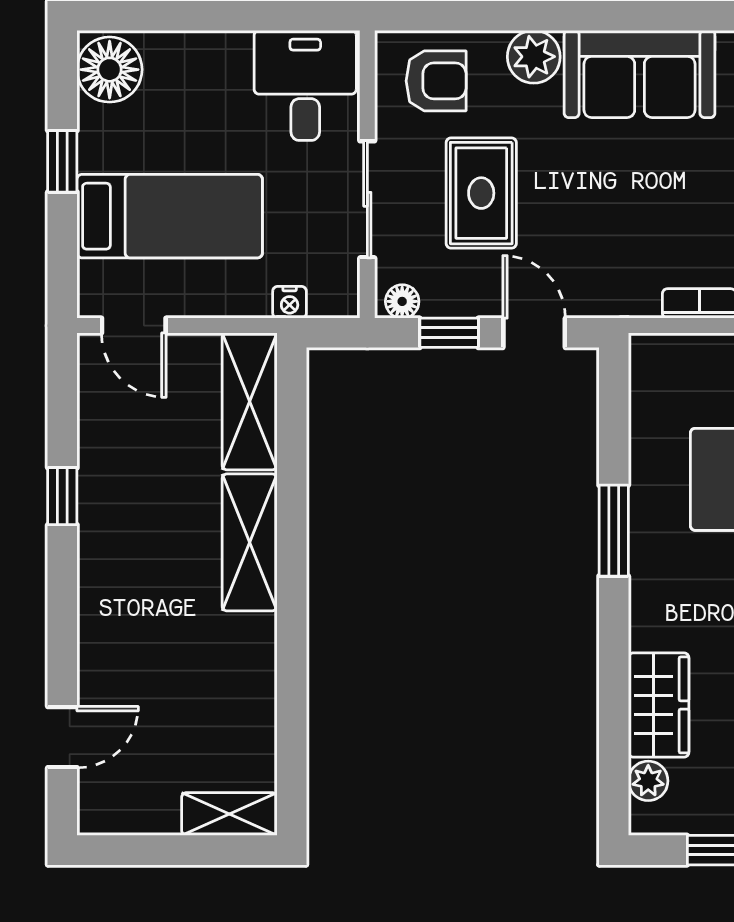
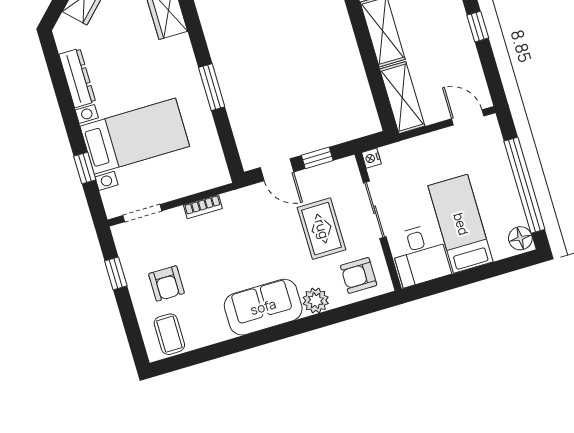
floor lamp: (110, 70) -> (520, 238), width x0.73, depth x0.73
window: (62, 161) -> (524, 185), width x3.17
bed: (170, 216) -> (461, 224), moved, turned 90
floor lamp: (402, 301) -> (344, 166), removed
nightstand: (290, 302) -> (371, 158), moved, turned -90

